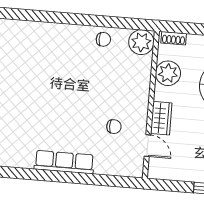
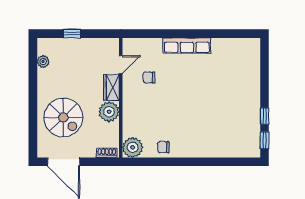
plant: (168, 73) -> (109, 112), moved
door: (147, 146) -> (121, 64), swing flipped

